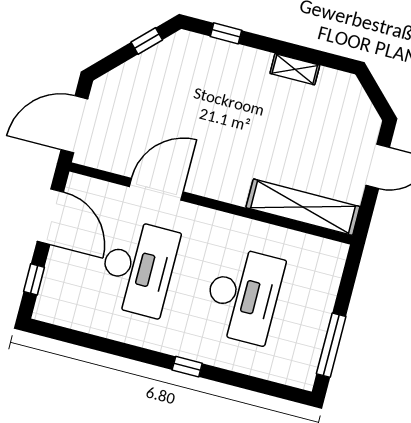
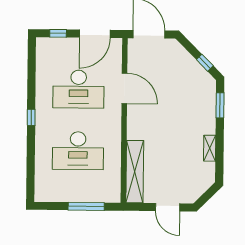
window: (226, 33) -> (220, 105), width x1.50
window: (331, 345) -> (86, 206), moved
window: (187, 367) -> (31, 117), moved

